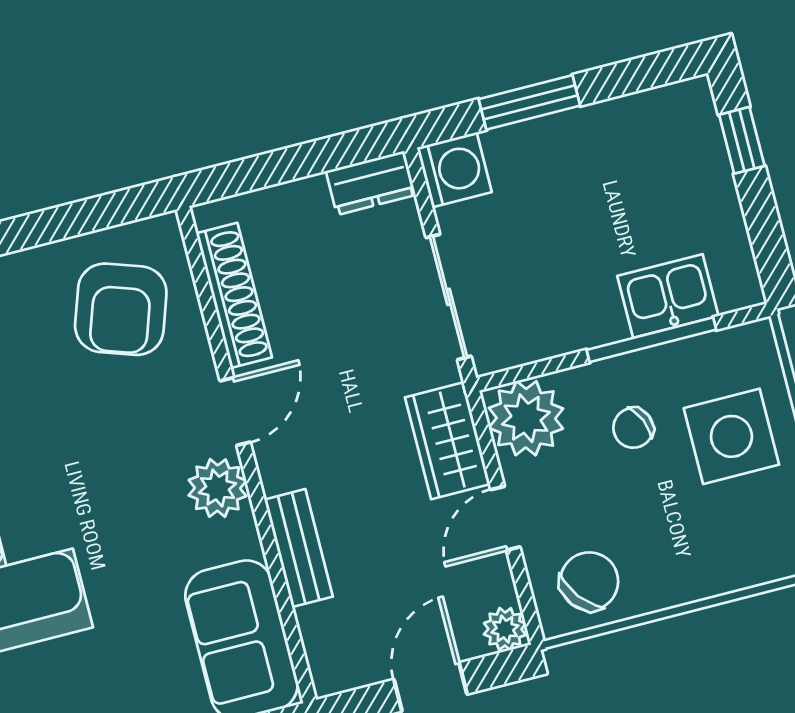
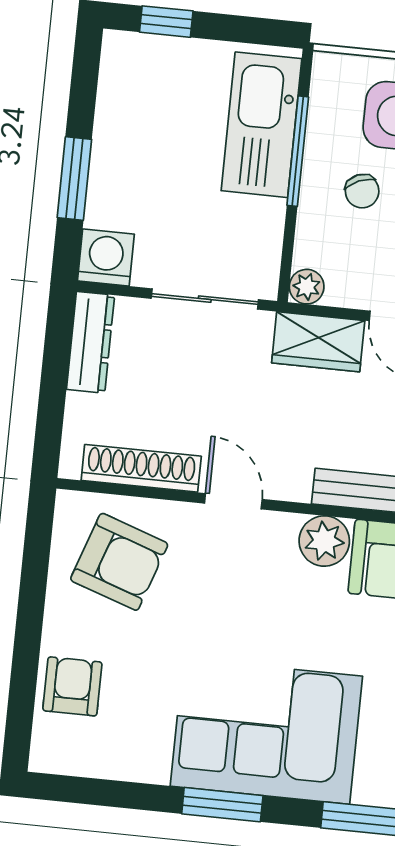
dresser: (371, 183) -> (90, 342), width x1.44
kitchen sink: (668, 296) -> (261, 125), width x1.88, depth x1.24
plant: (526, 418) -> (307, 287), width x0.53, depth x0.53
plant: (217, 488) -> (324, 541), moved

